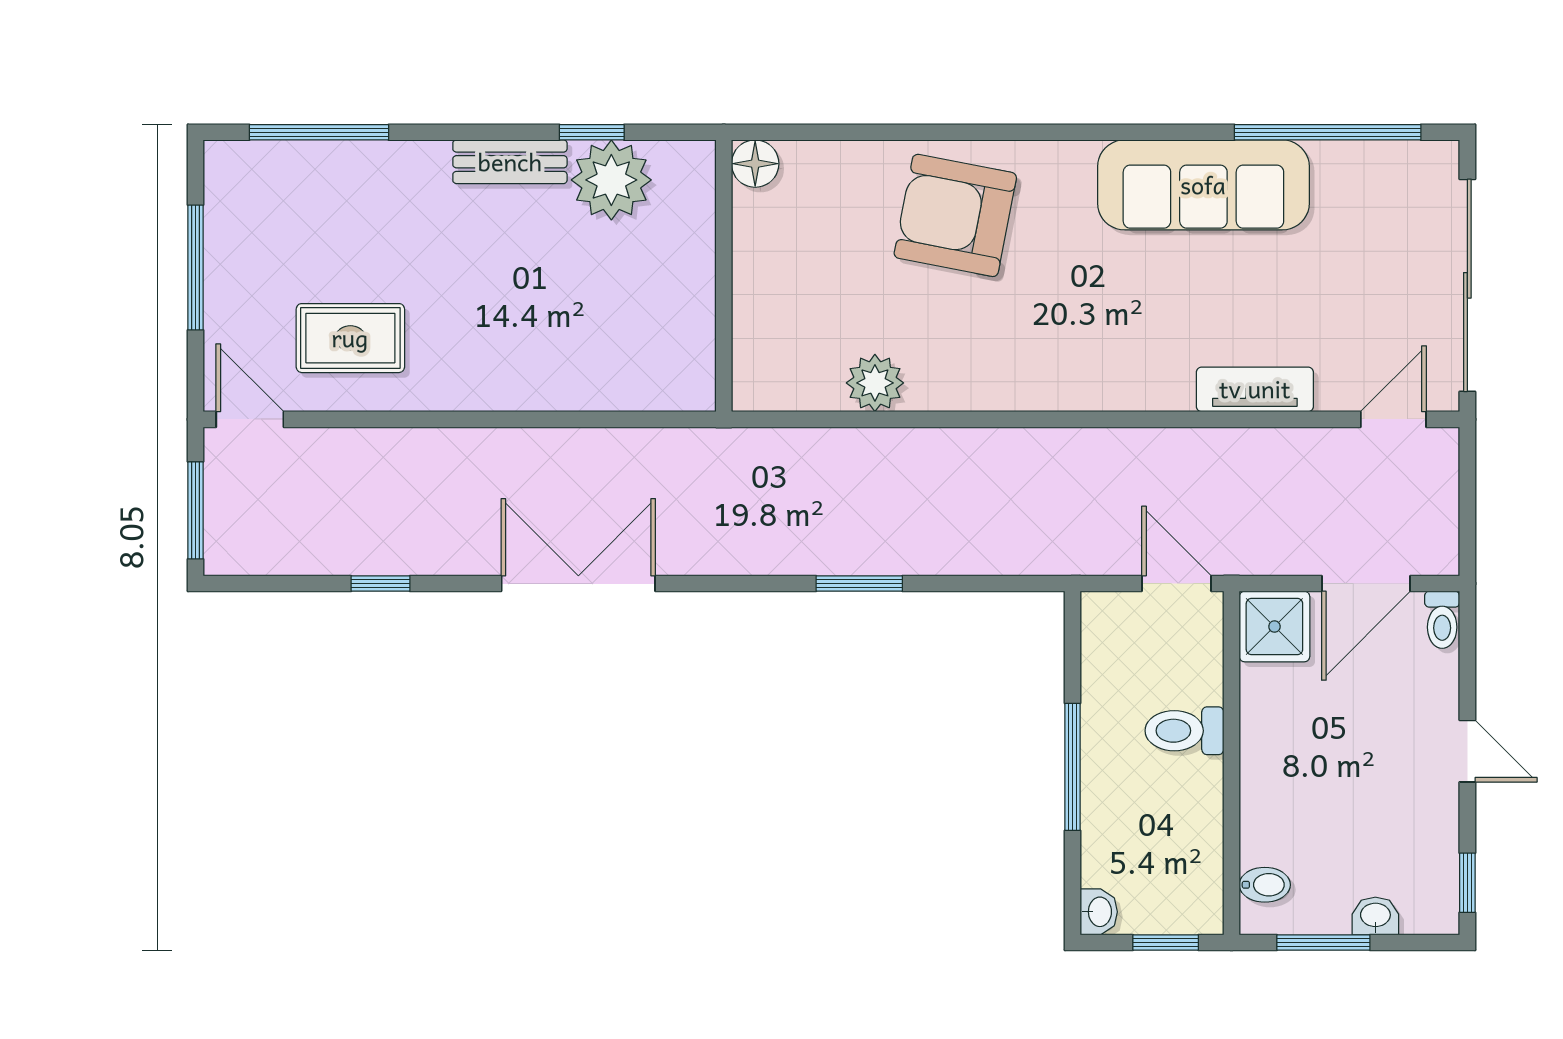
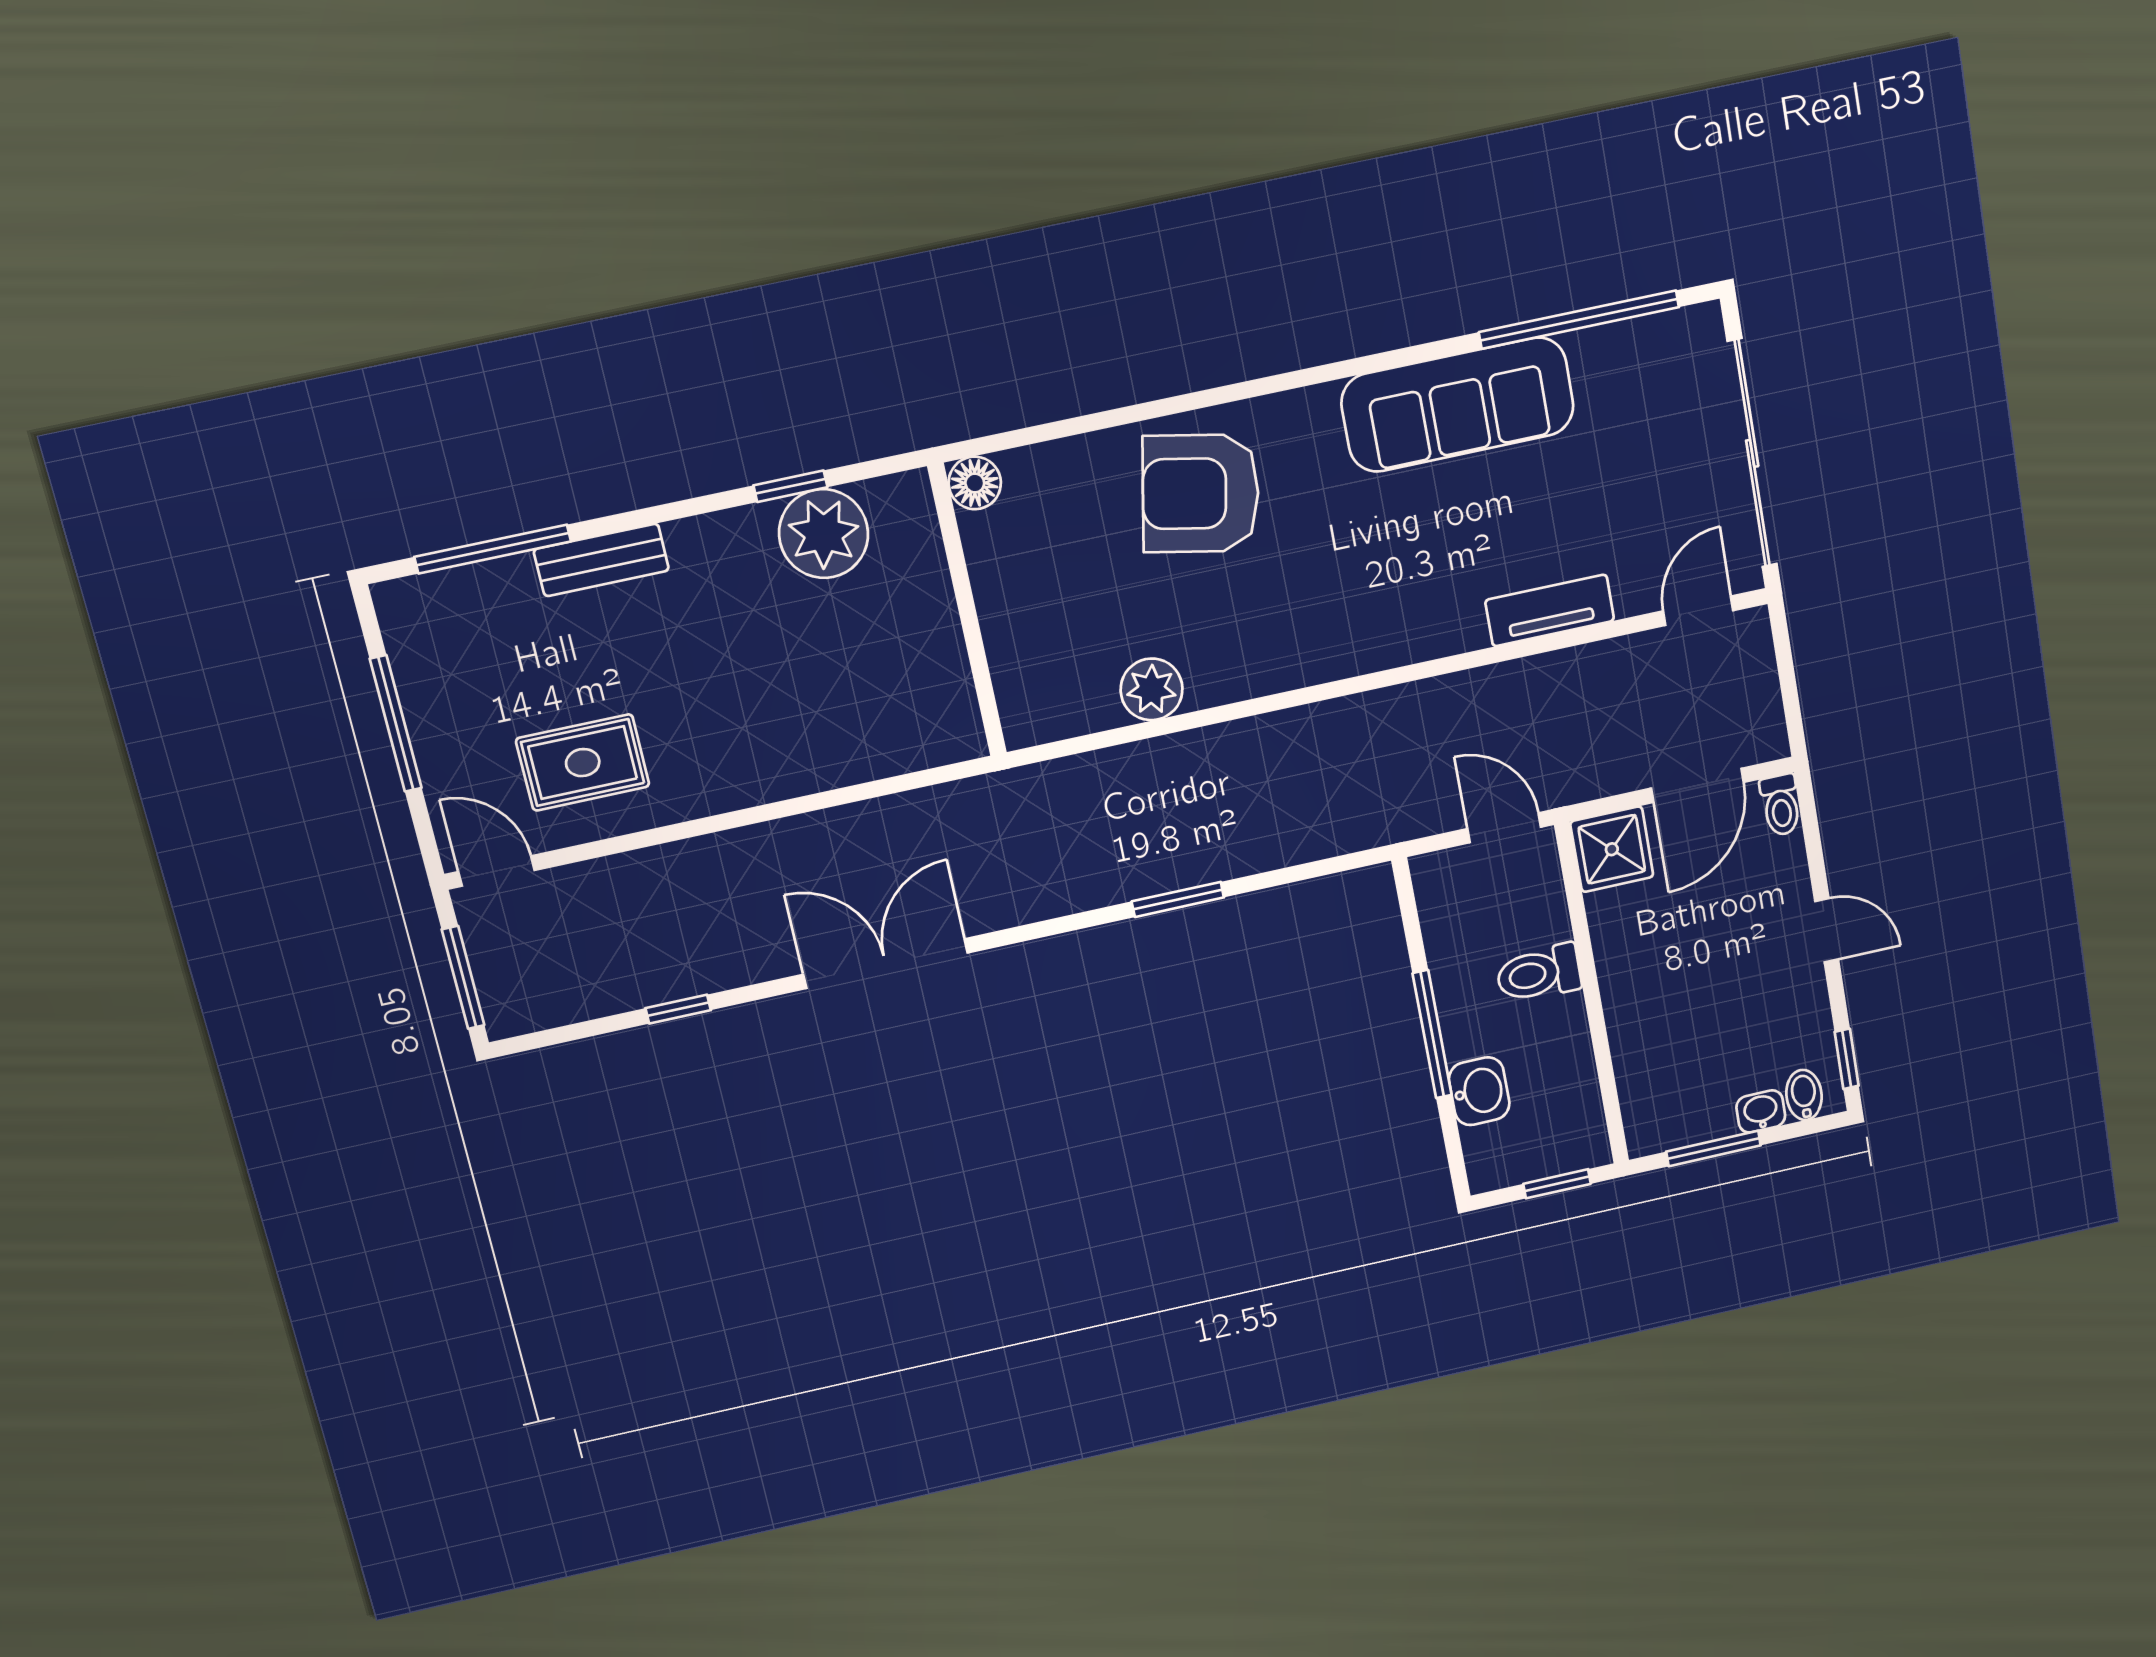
bench: (510, 162) -> (601, 560), moved
bidet: (1265, 885) -> (1804, 1095), moved, turned -90
washbasin: (1099, 912) -> (1479, 1091), moved, width x1.38, depth x1.45

